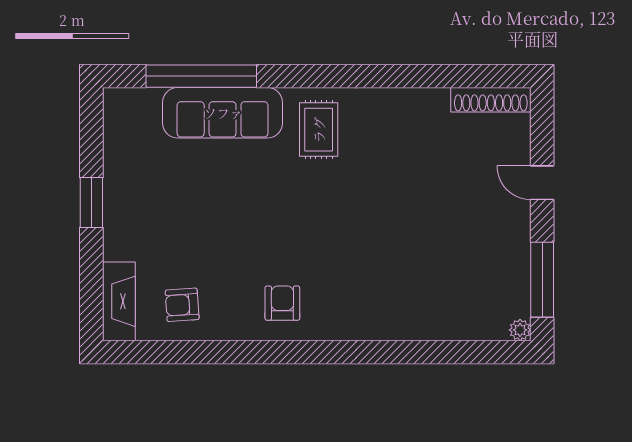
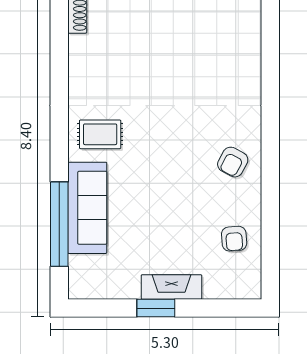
fireplace: (119, 301) -> (171, 287), moved
armchair: (282, 303) -> (233, 162), turned -62

